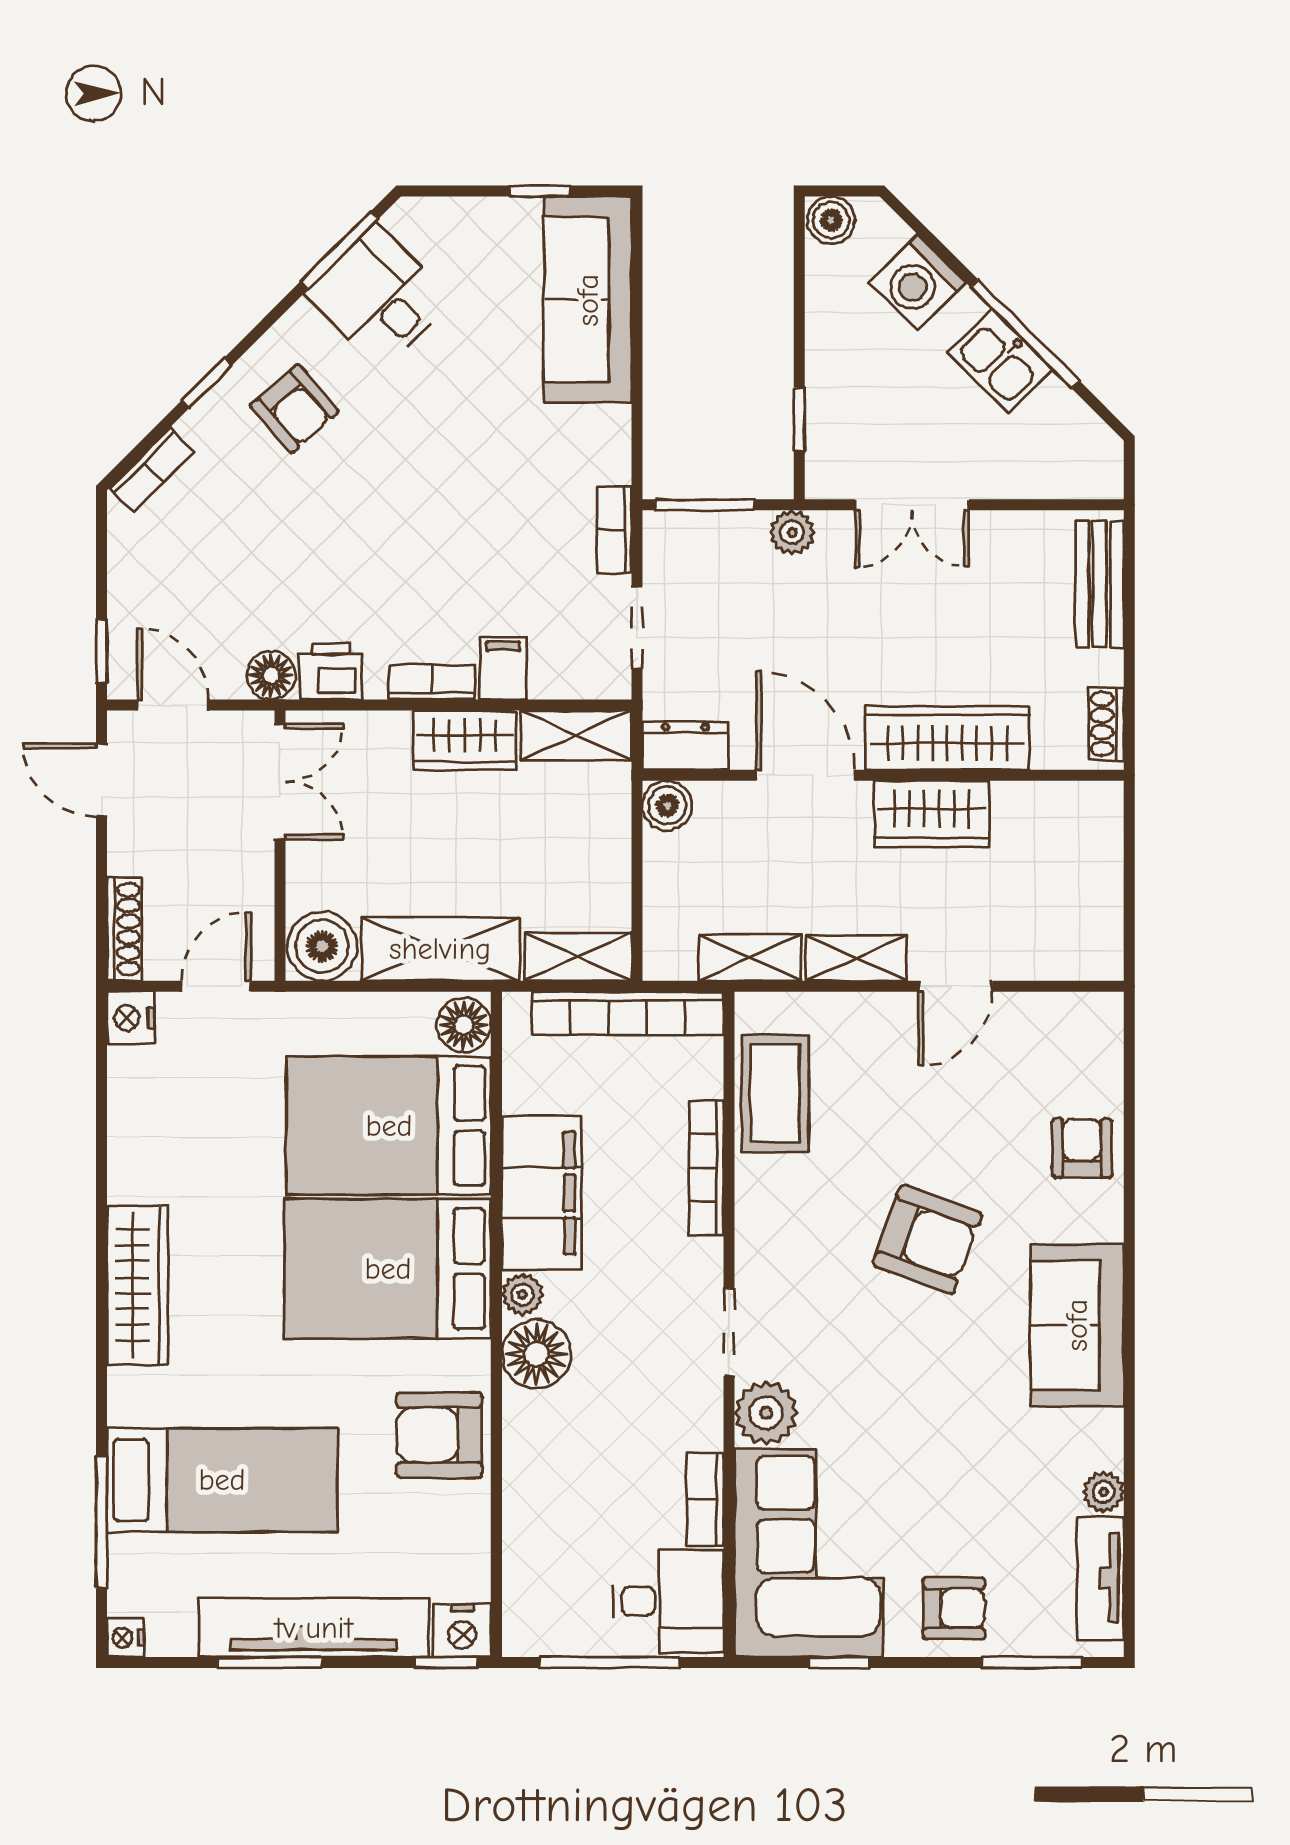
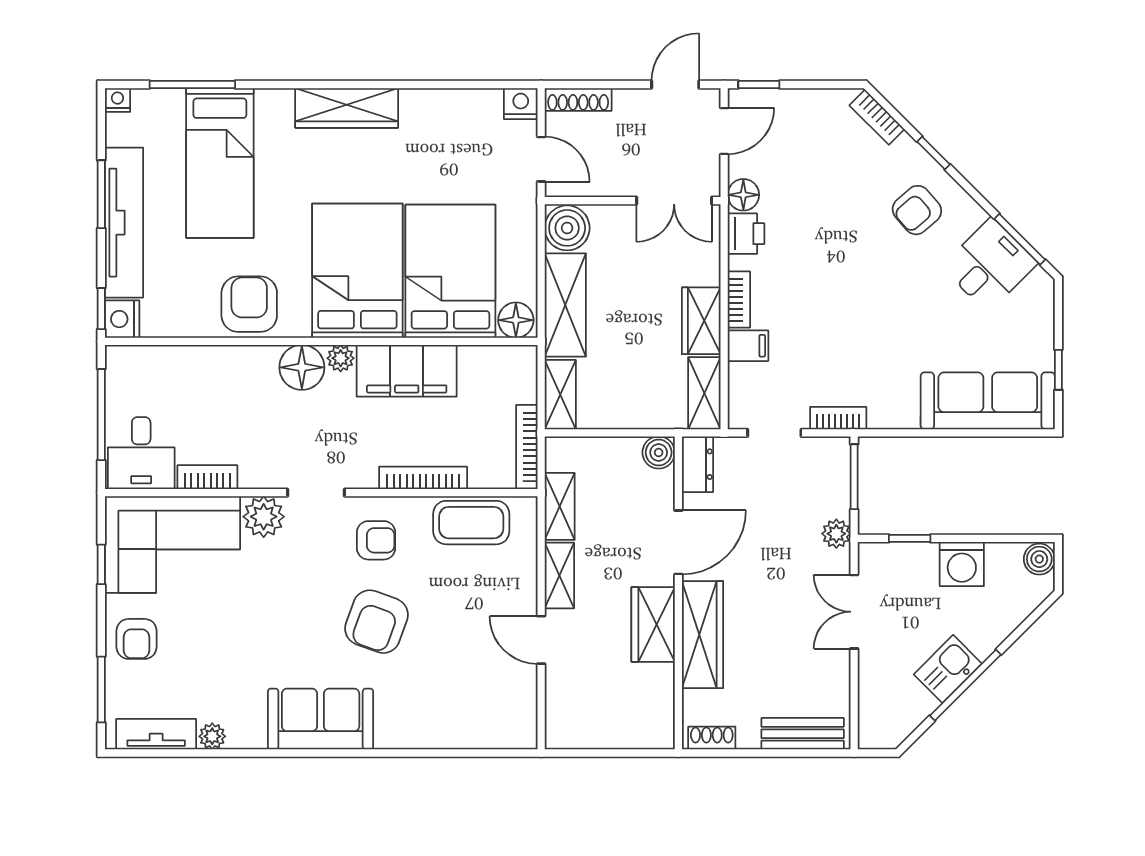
washing machine: (917, 282) -> (962, 564), moved, turned -135
bookcase: (628, 1013) -> (527, 447), width x0.68, depth x0.76
armchair: (1082, 1148) -> (376, 540), moved

